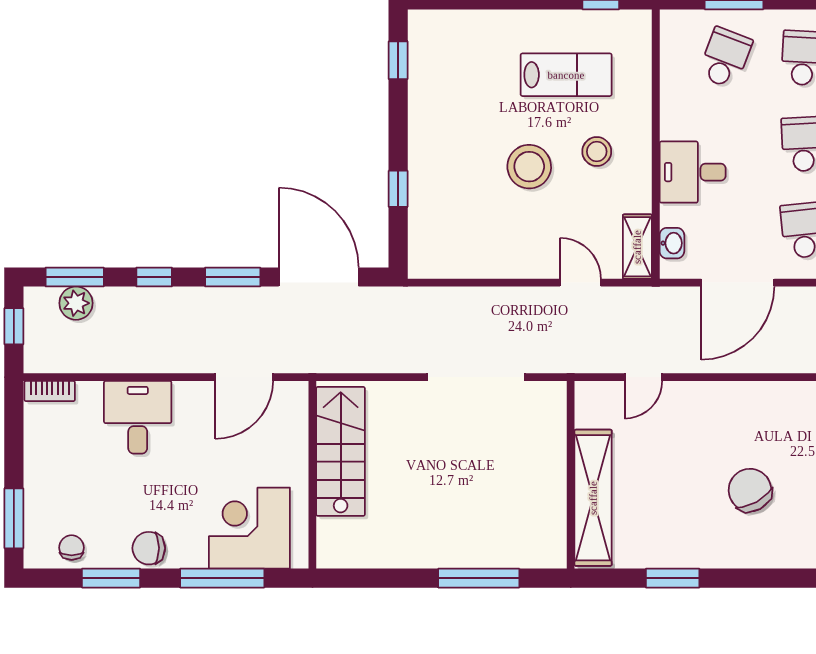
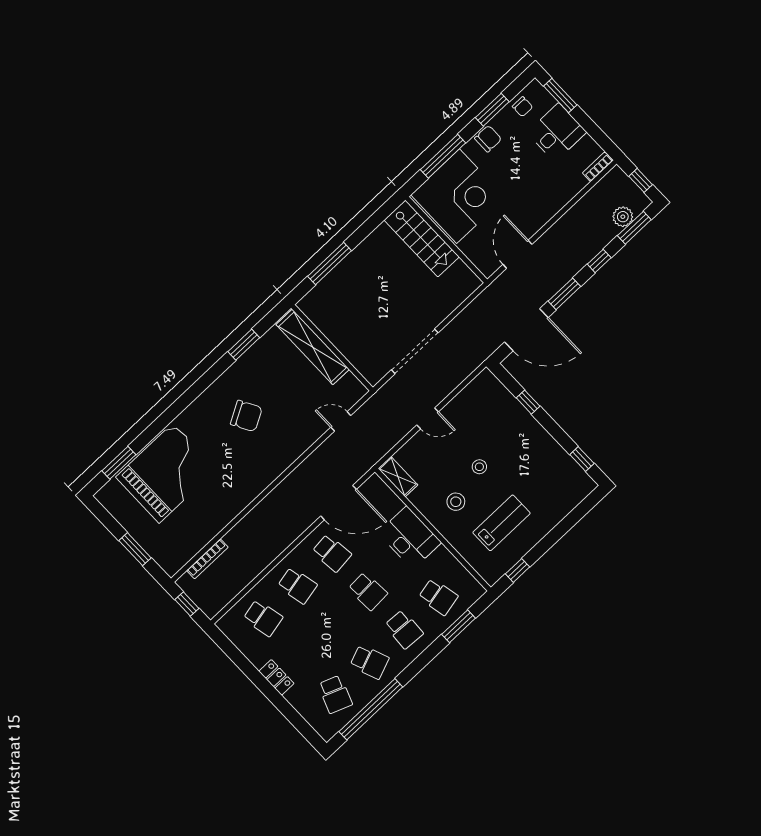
school desk: (725, 58) -> (438, 597), turned -33
lab bench: (566, 75) -> (501, 523), turned 180
stool: (529, 167) -> (479, 467), width x0.53, depth x0.53
desk: (693, 172) -> (410, 538), width x1.37
washbasin: (672, 243) -> (384, 493), removed
door: (580, 283) -> (428, 418), moved
door: (738, 283) -> (339, 503), swing flipped
door: (643, 377) -> (341, 421), hinge flipped
desk: (138, 417) -> (557, 132), moved, turned -90
stairs: (341, 451) -> (422, 238), moved
corner desk: (249, 528) -> (458, 196), width x1.36, depth x1.36

